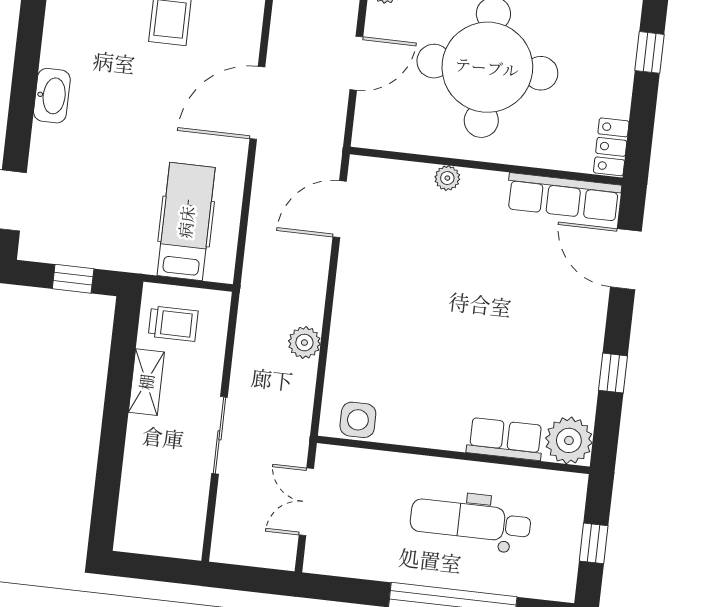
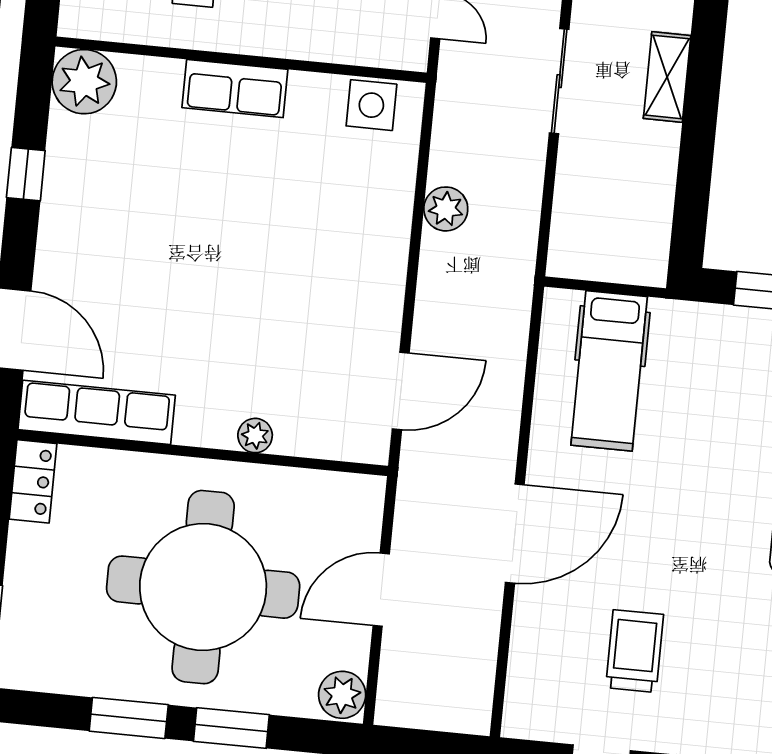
trolley: (173, 324) -> (624, 232), removed
shelving: (146, 382) -> (667, 77), moved
row of seats: (505, 439) -> (235, 89), moved

